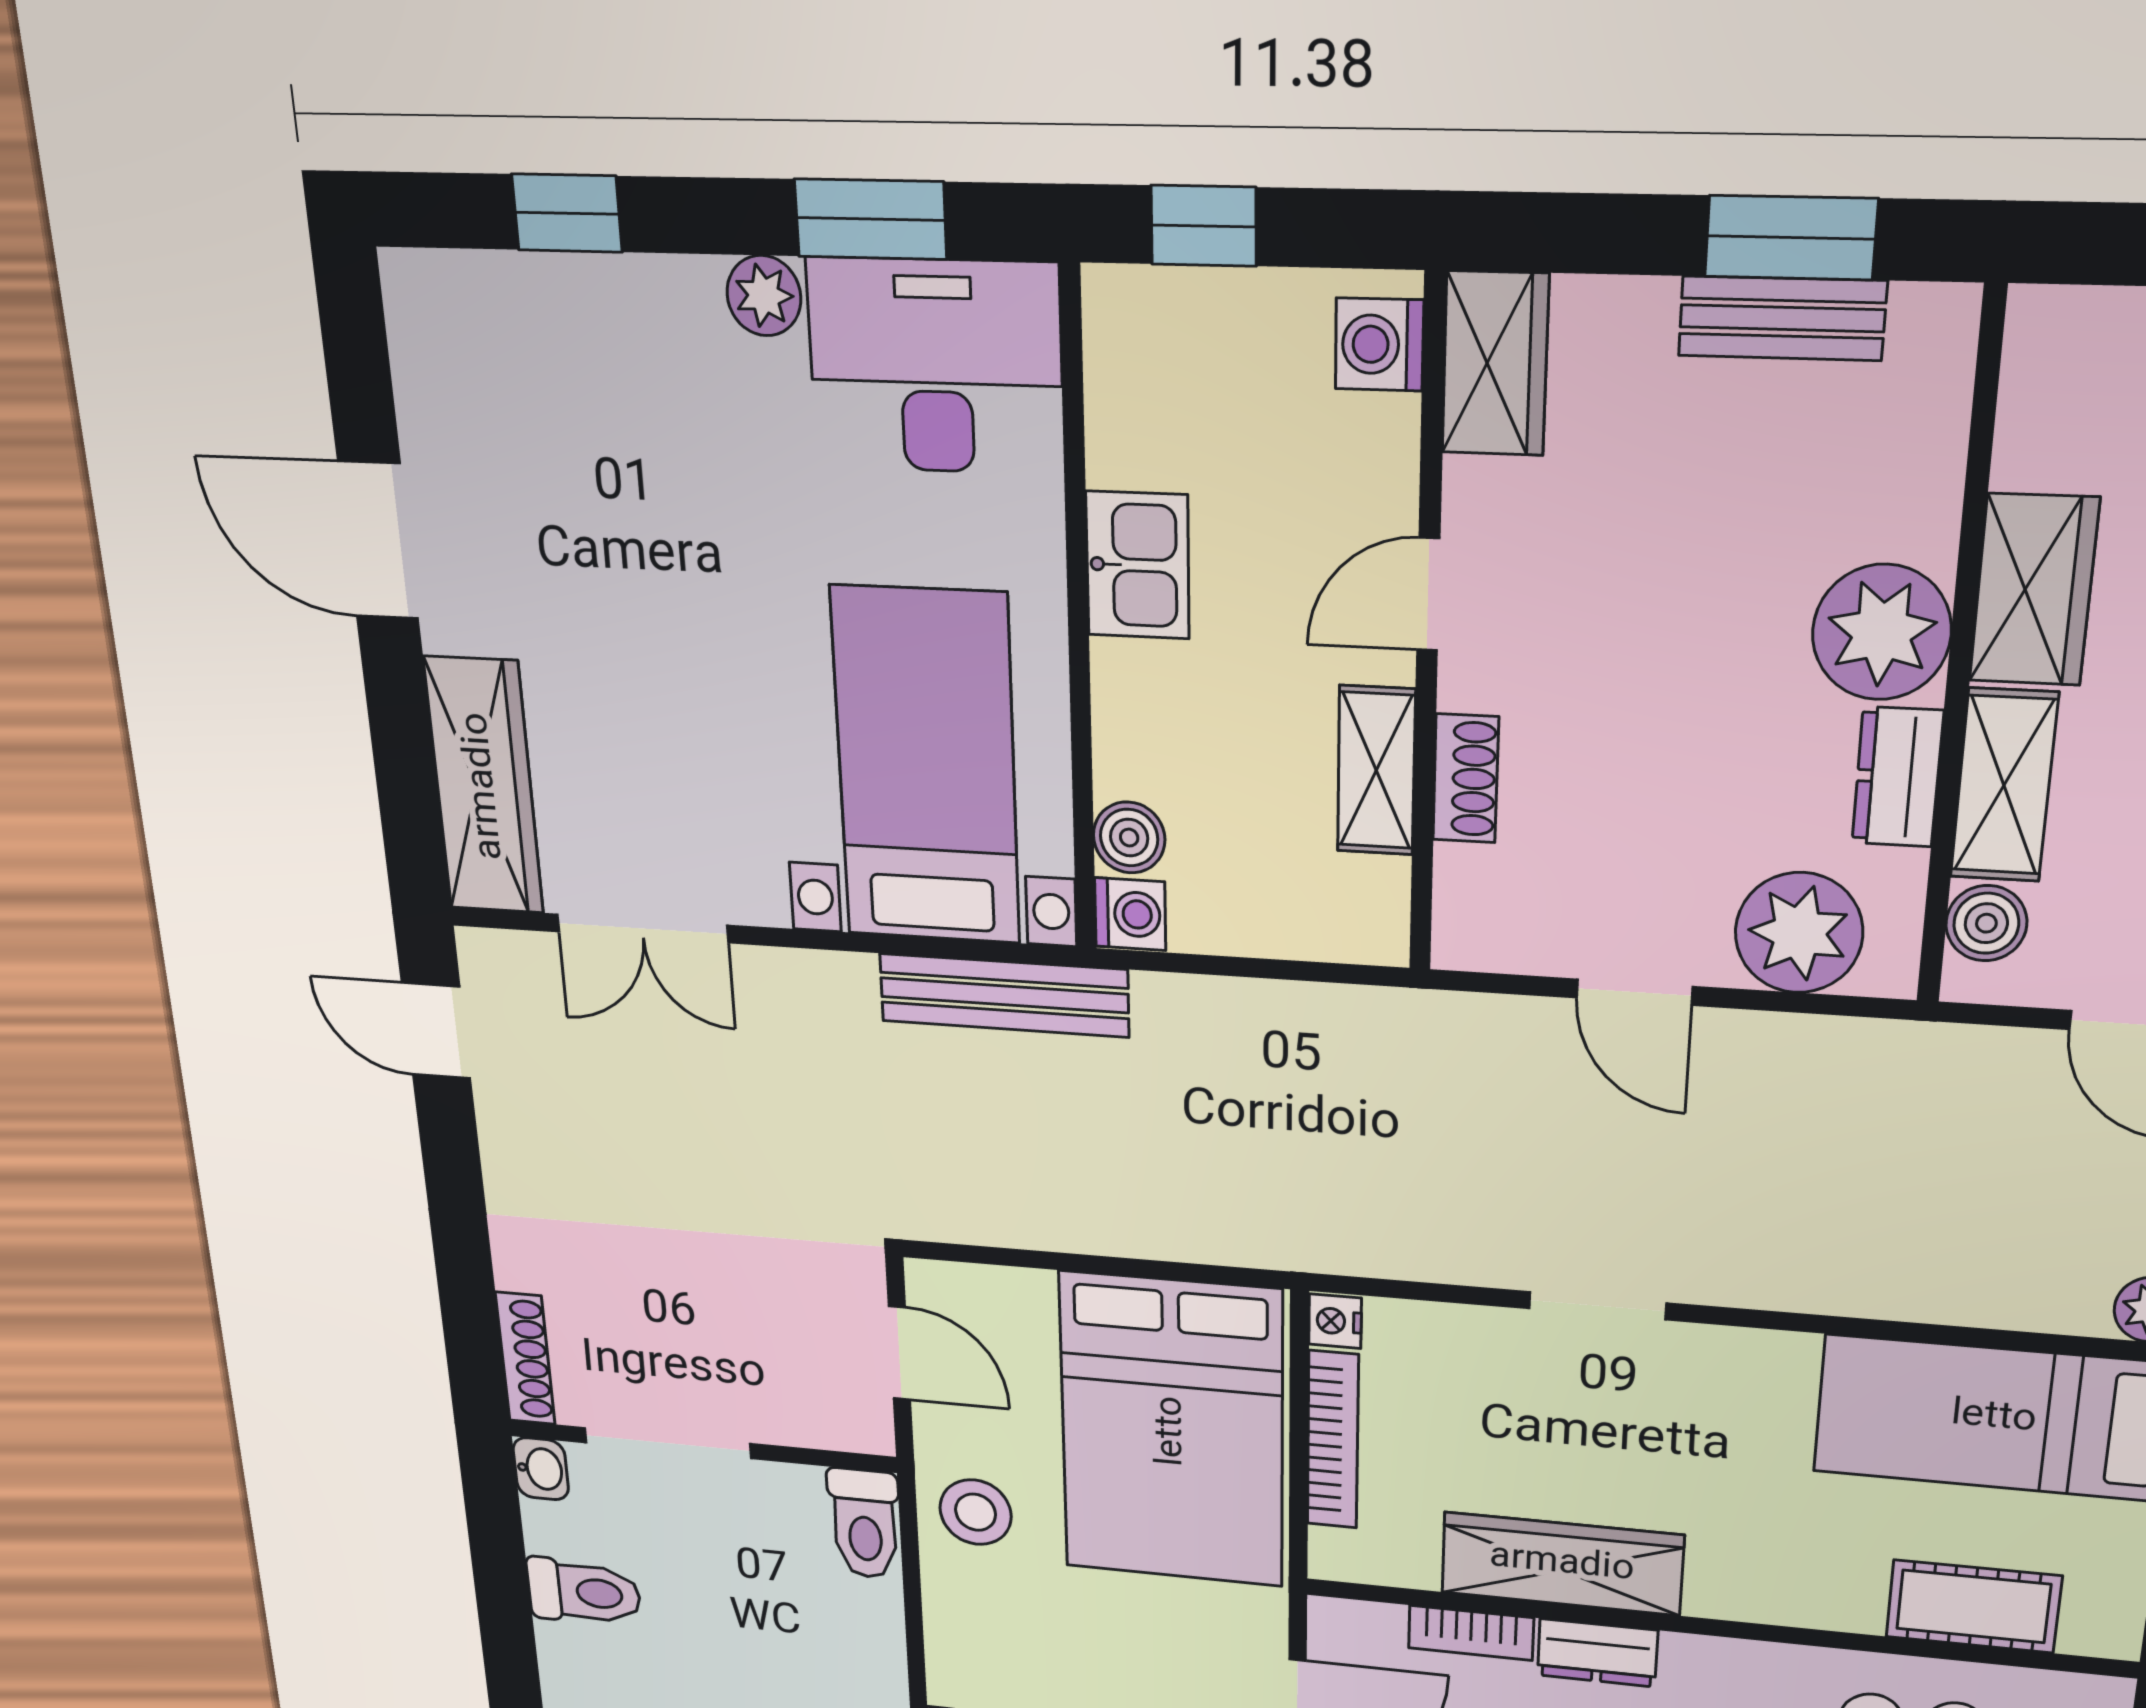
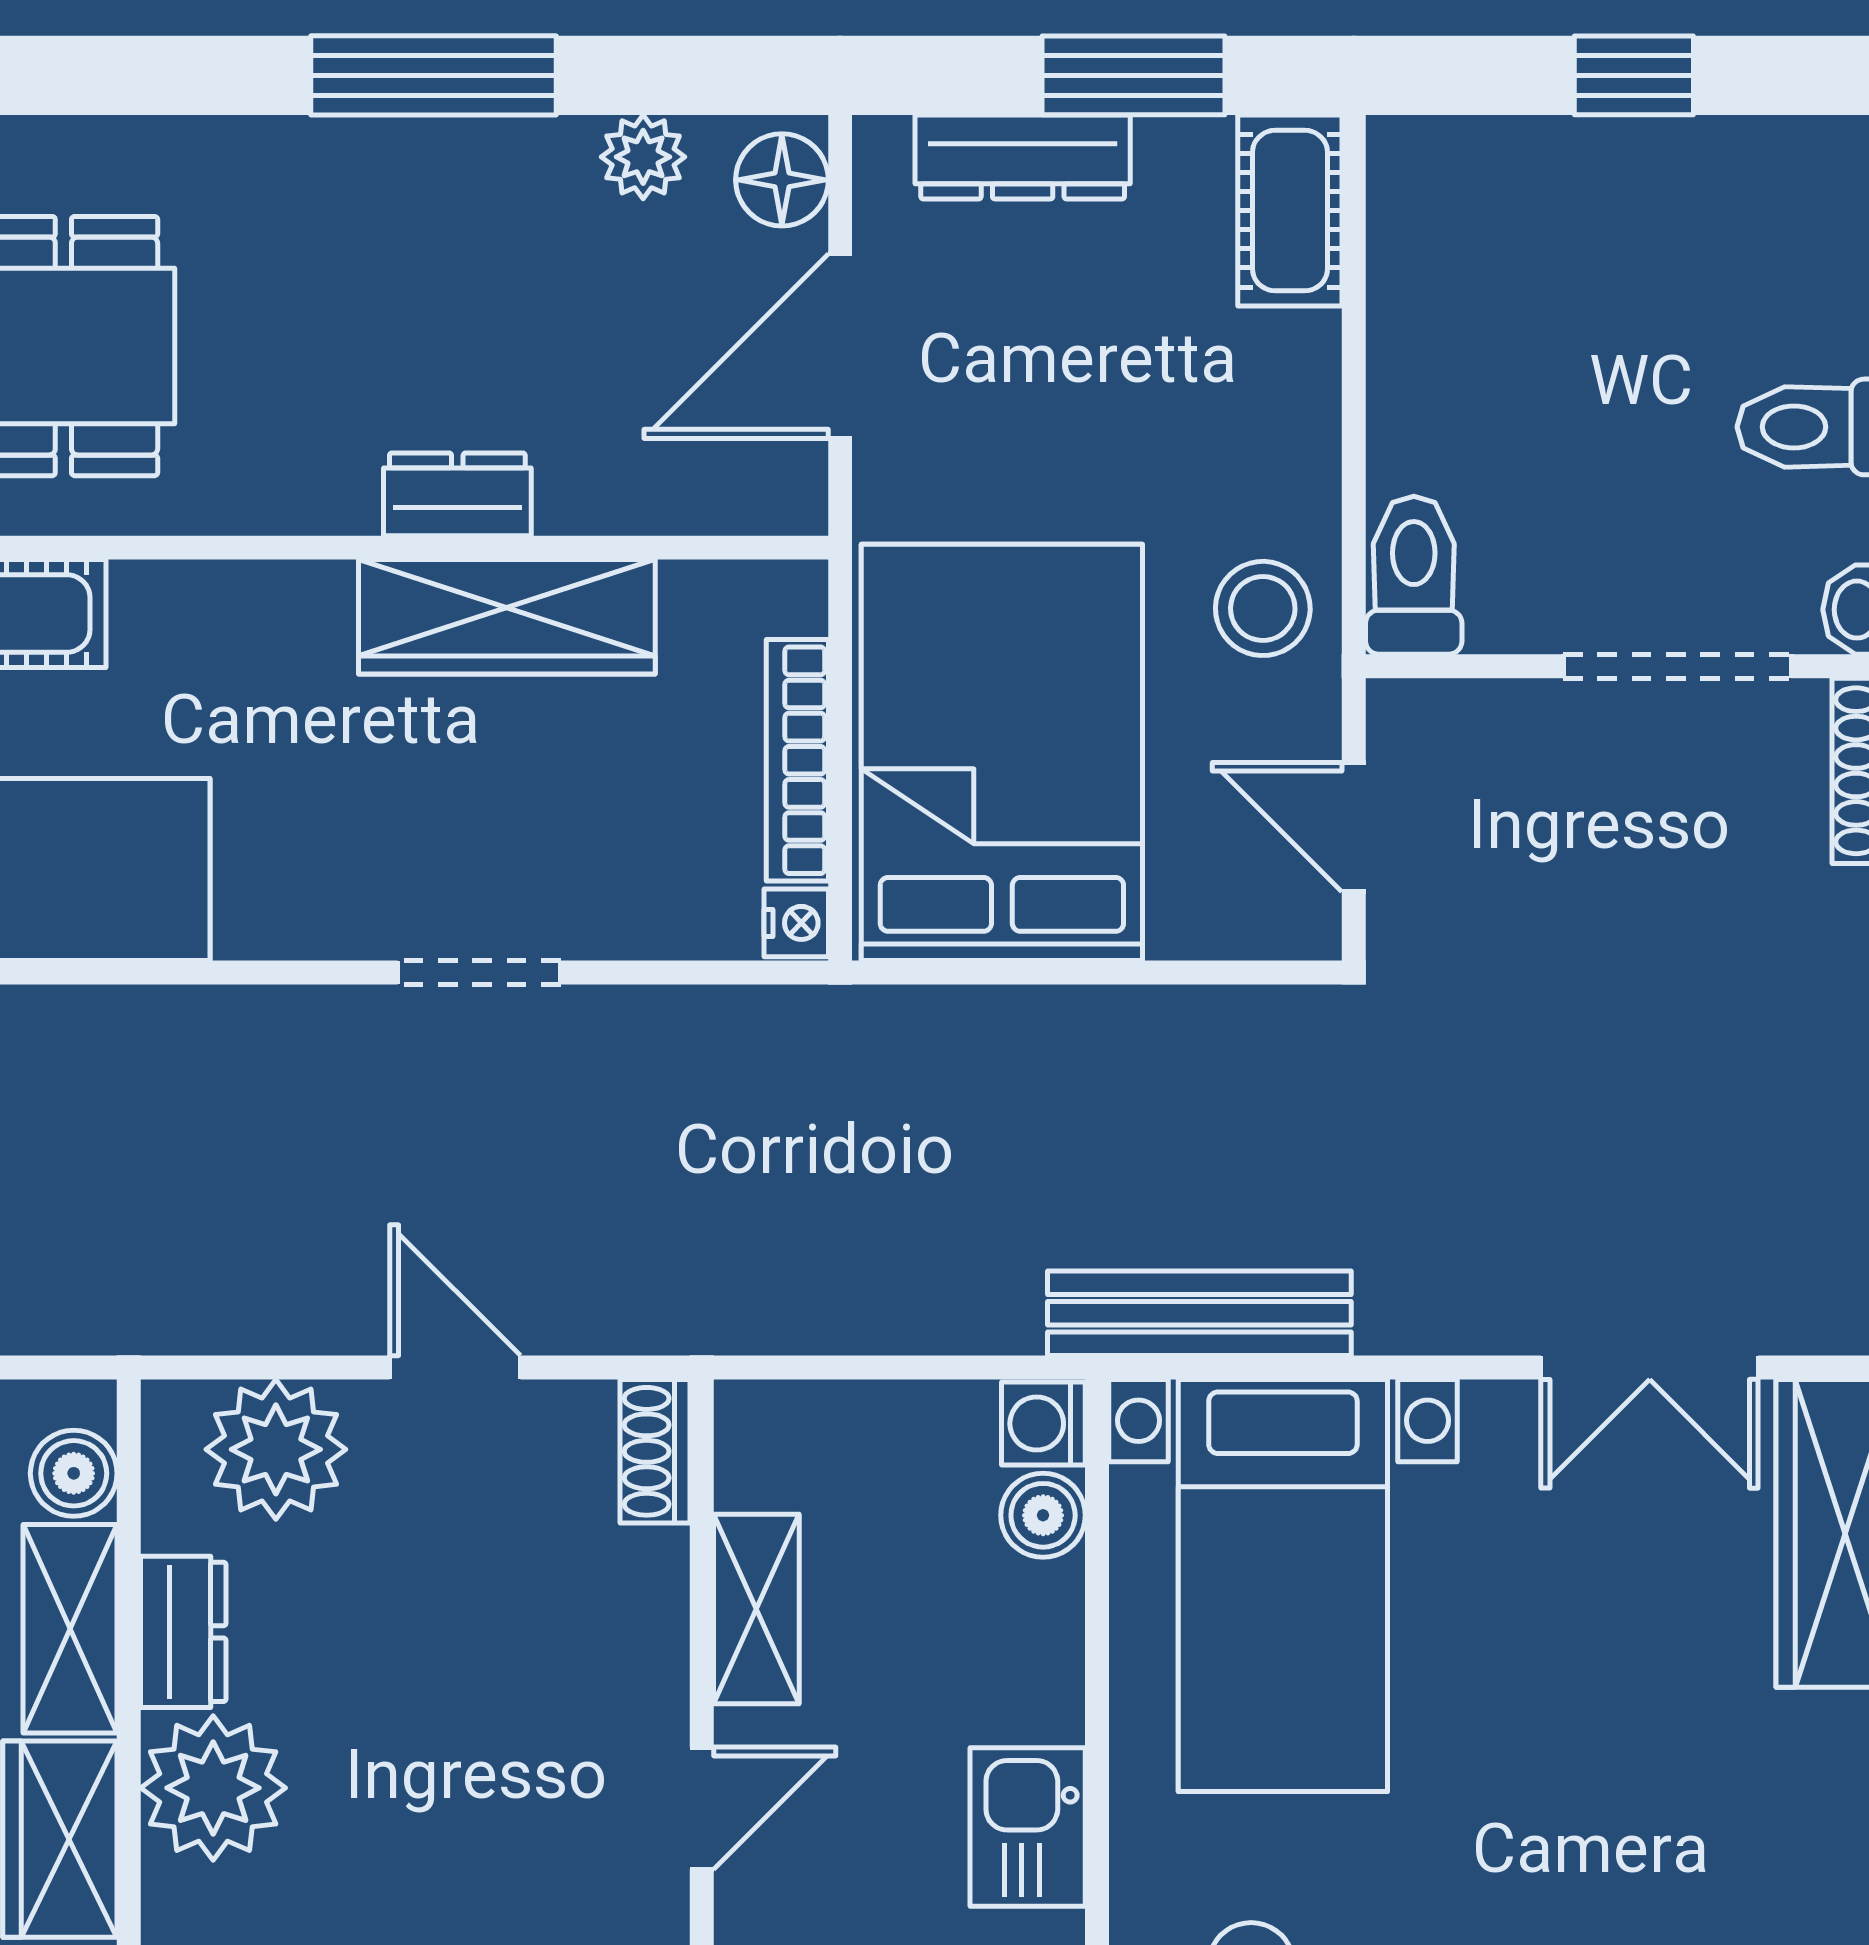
shoe rack: (1466, 779) -> (655, 1451), moved
double door: (642, 929) -> (1650, 1368), swing flipped
bookcase: (1471, 1633) -> (617, 504), removed

